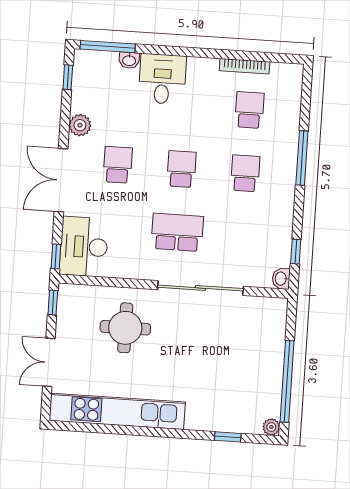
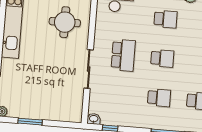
sliding door: (200, 288) -> (89, 69), width x0.73
window: (287, 381) -> (30, 122), width x0.47

